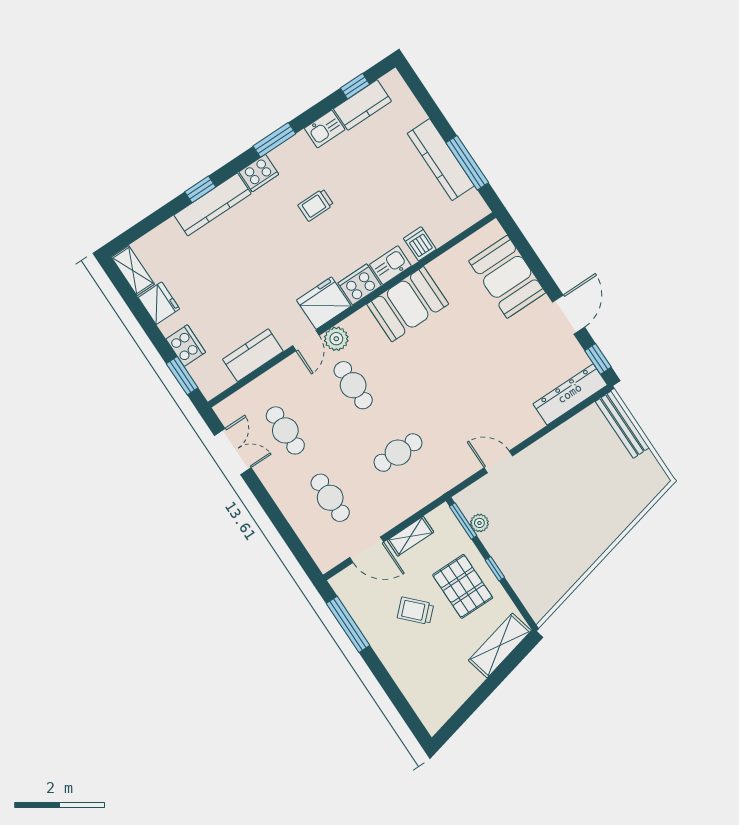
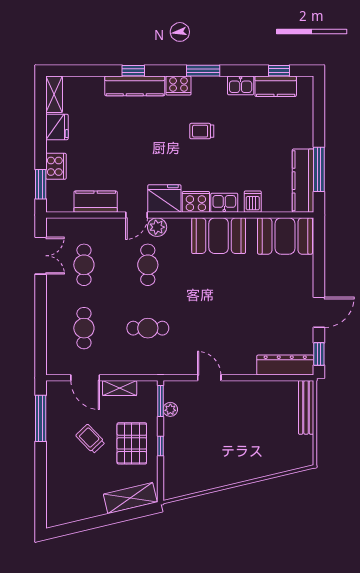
kitchen counter: (441, 160) -> (303, 181), moved
booth: (507, 277) -> (285, 236), moved, turned 90

